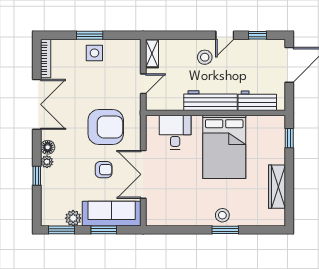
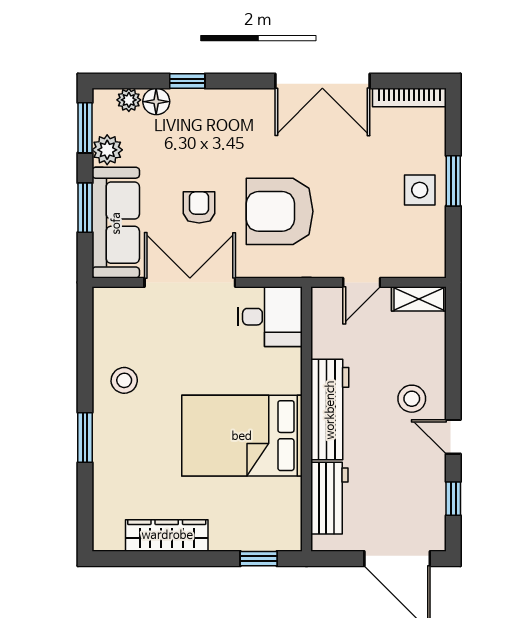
door: (143, 84) -> (362, 282), hinge flipped
armchair: (106, 127) -> (280, 211), turned 90
desk: (175, 132) -> (270, 317), moved
floor lamp: (48, 147) -> (156, 102), moved
plant: (47, 162) -> (129, 100), moved
armchair: (104, 170) -> (199, 207), turned 180
stool: (222, 215) -> (124, 380), moved

